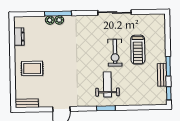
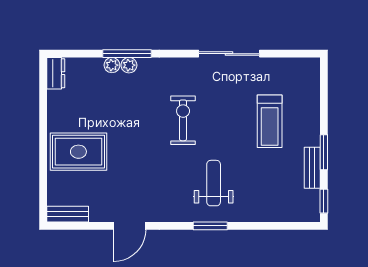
dresser: (19, 37) -> (56, 73), moved
exercise bike: (115, 53) -> (183, 120), moved, turned 180
rug: (32, 68) -> (78, 152), width x1.36, depth x1.43

